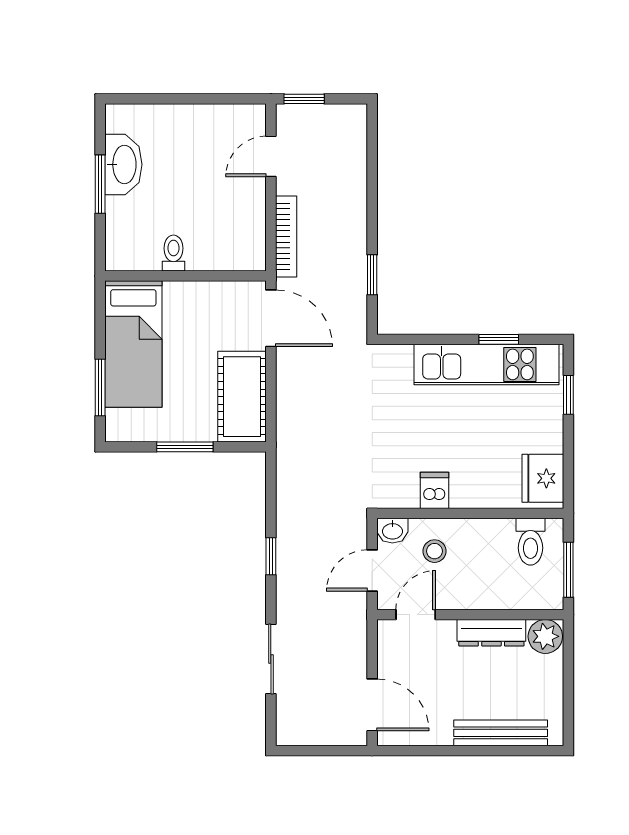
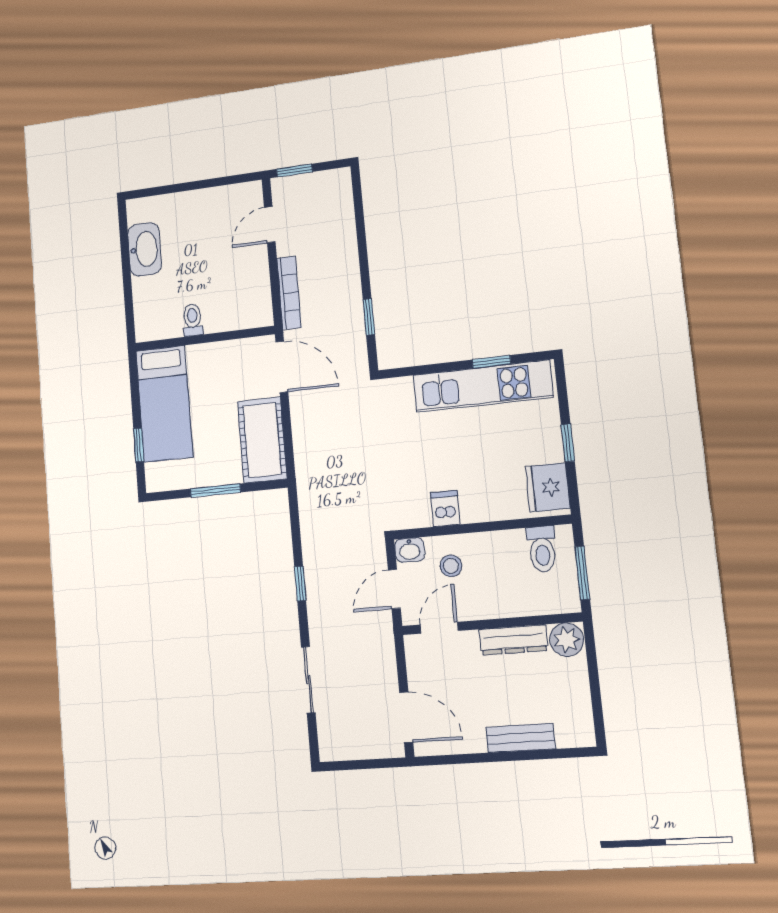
window: (100, 184) -> (126, 269), removed
window: (100, 387) -> (139, 445), width x0.67
window: (568, 395) -> (568, 443), moved
bench: (501, 733) -> (520, 738), width x0.73

